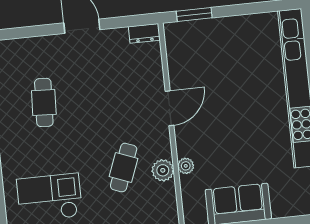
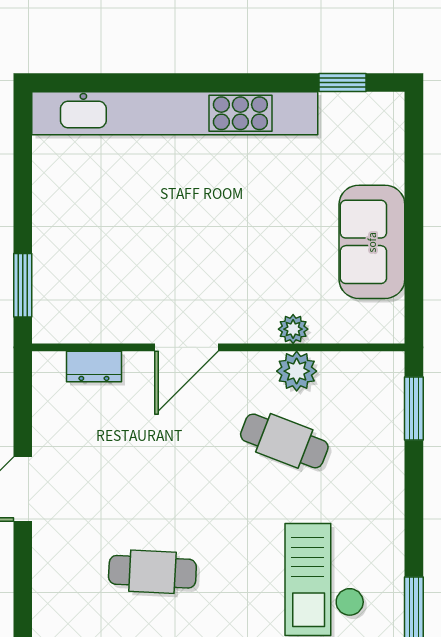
dresser: (144, 33) -> (94, 366), moved, turned 90
door: (169, 108) -> (187, 347), swing flipped

